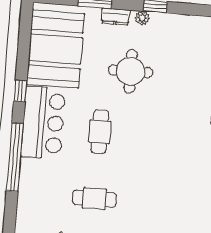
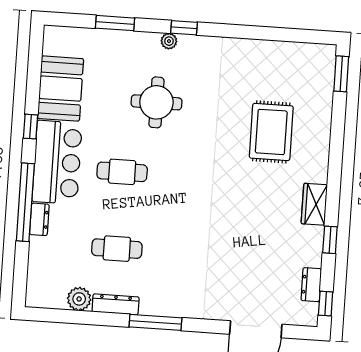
dresser: (115, 16) -> (39, 219), moved, turned -90
booth: (55, 49) -> (61, 89), width x0.73, depth x0.70
cafe table: (100, 132) -> (122, 172), turned 90

